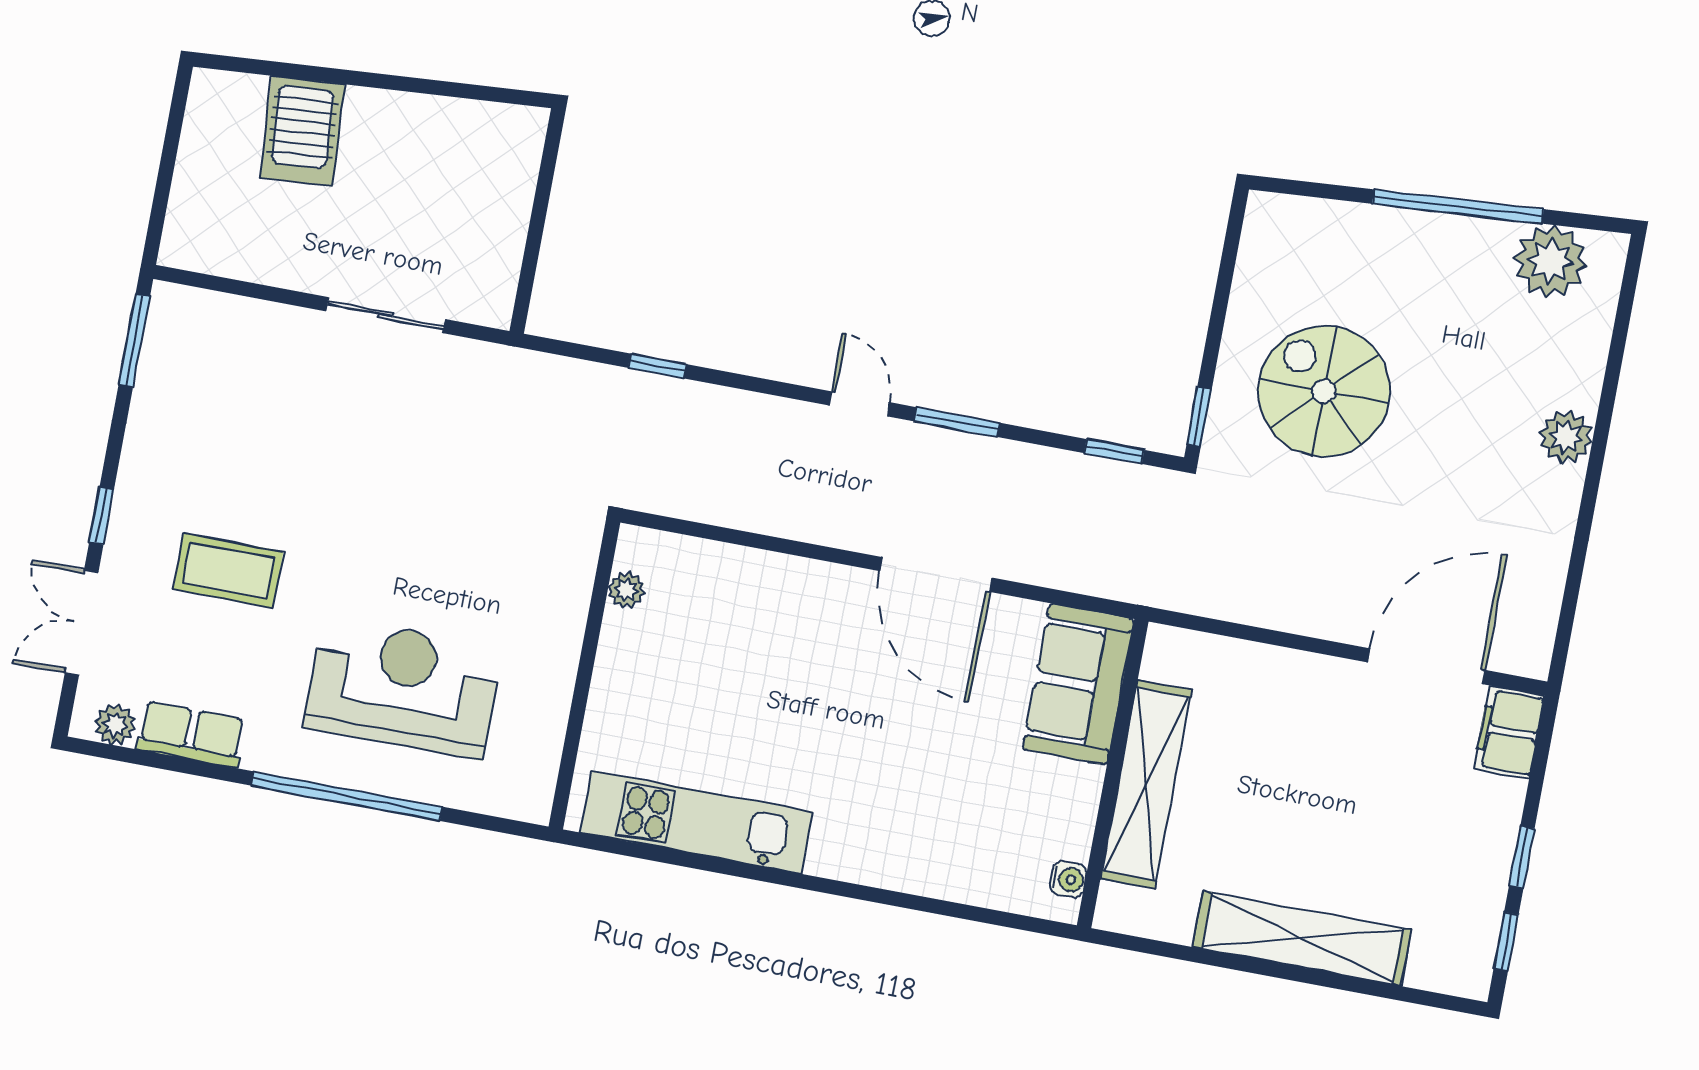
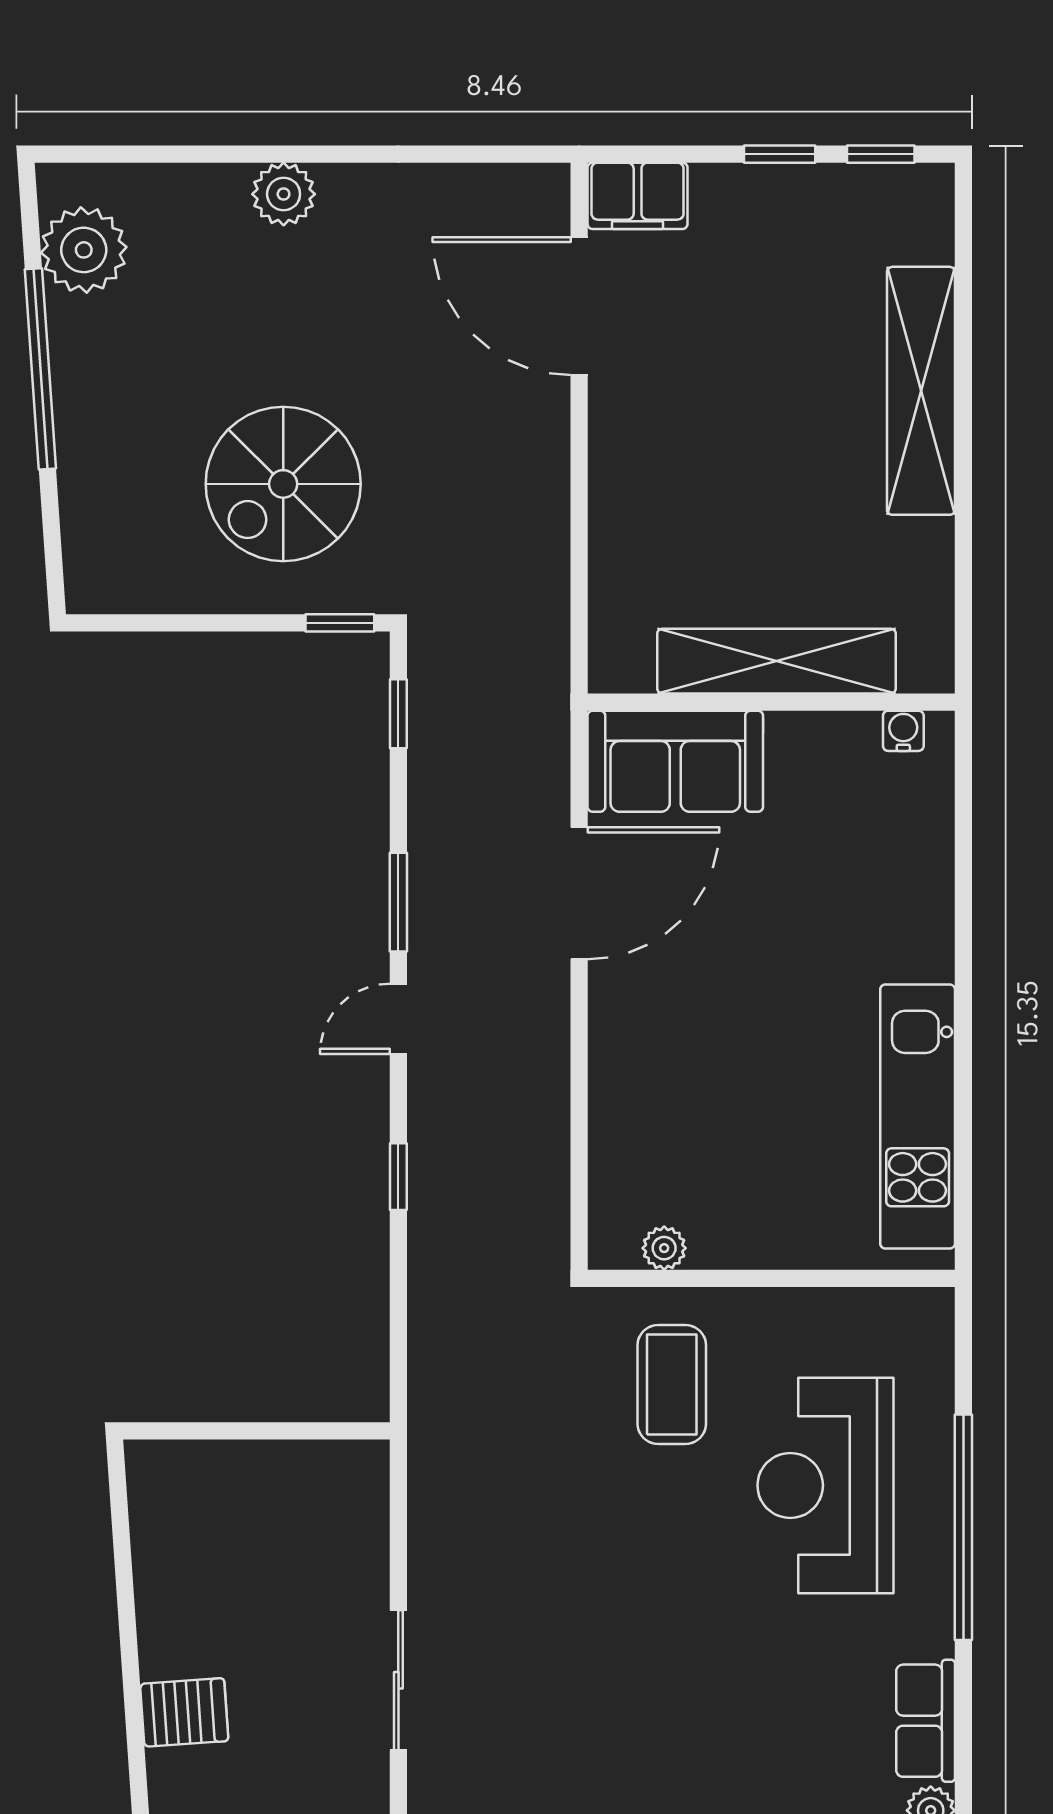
server rack: (302, 131) -> (184, 1712), width x0.73, depth x0.70
sliding door: (386, 315) -> (398, 1680), moved
window: (657, 366) -> (398, 1177), moved
coffee table: (228, 571) -> (672, 1384), moved
sofa: (1078, 684) -> (675, 761), moved
wall: (1113, 773) -> (771, 702), moved
shelving: (1146, 784) -> (777, 661), moved
water cooler: (1068, 879) -> (903, 731), moved

